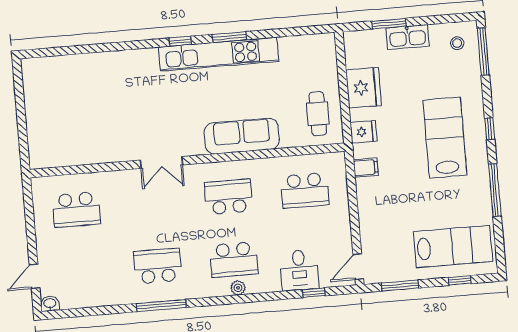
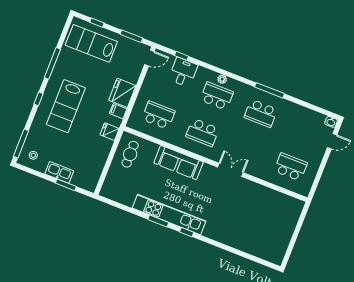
fridge: (364, 88) -> (122, 93), moved

